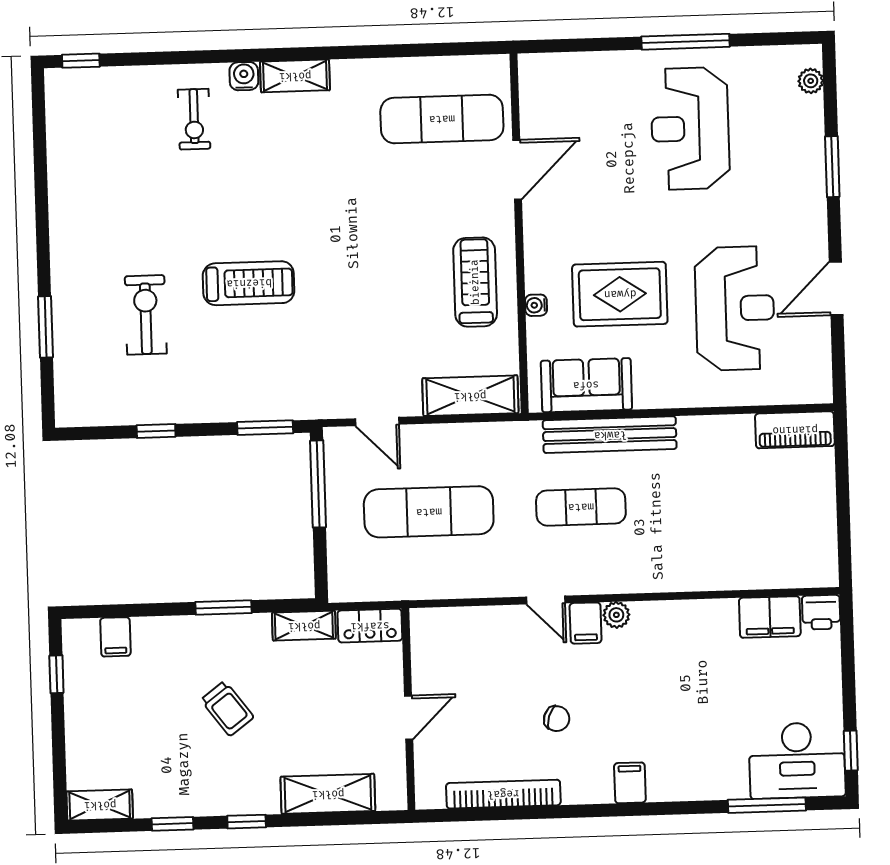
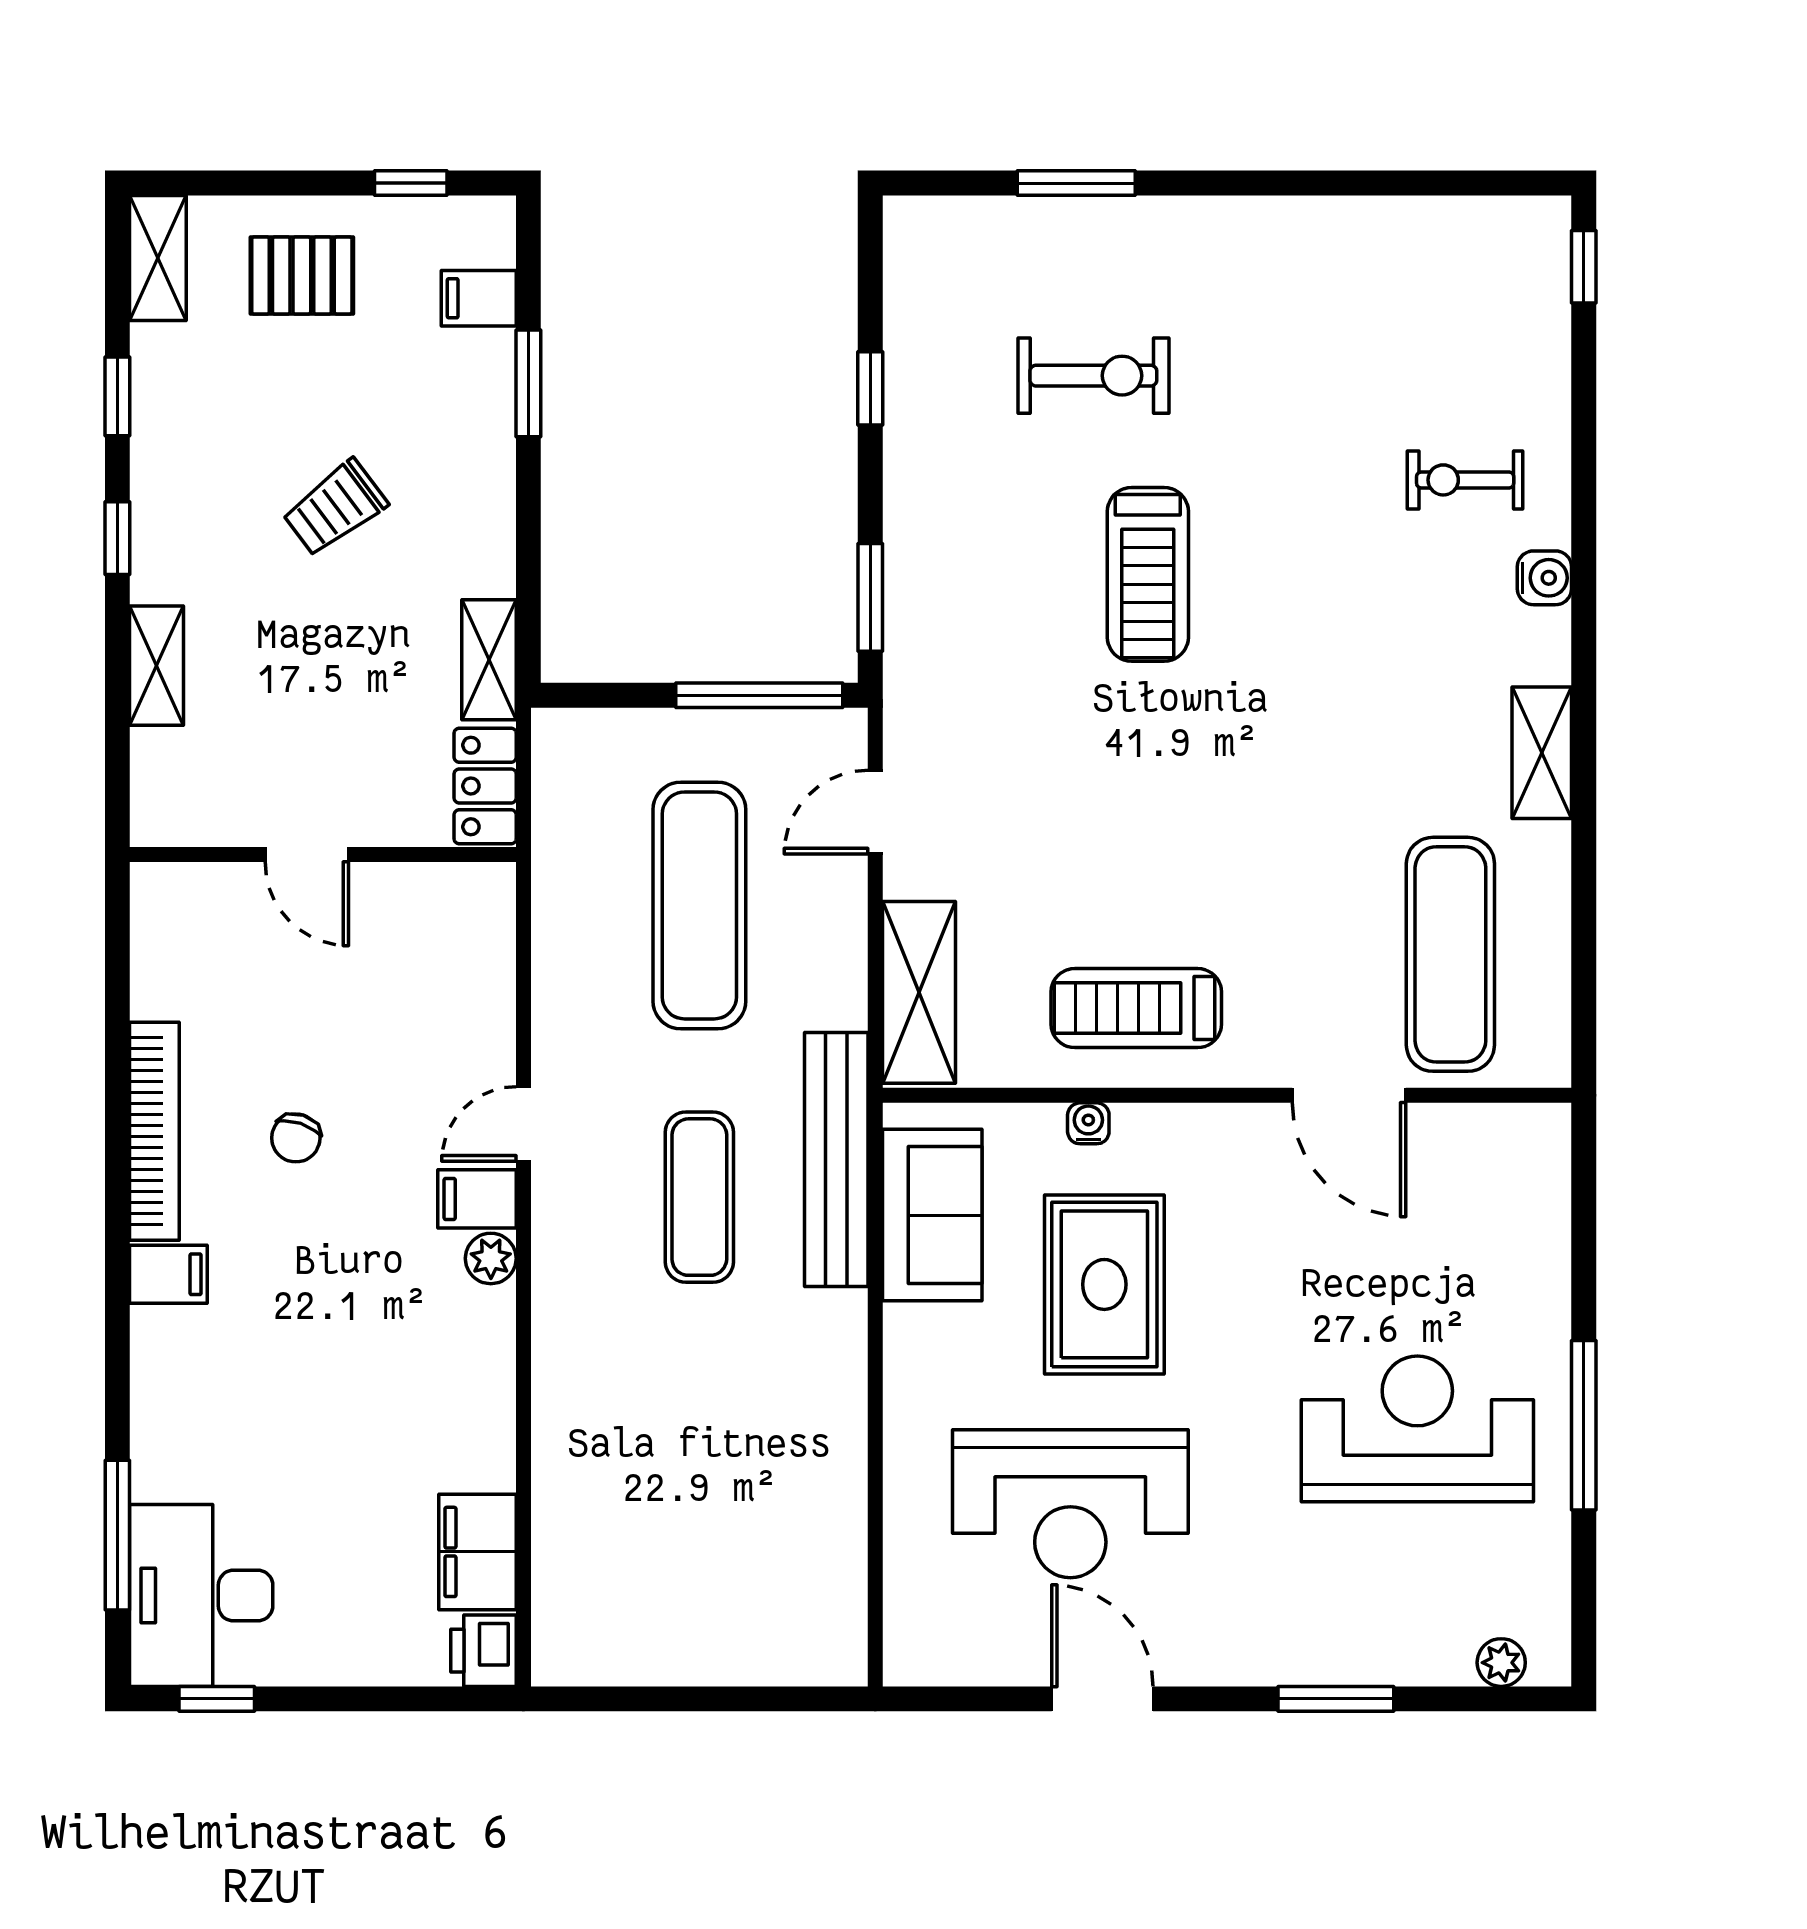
shelving: (295, 76) -> (1542, 753), moved
treadmill: (475, 282) -> (1136, 1008), turned 180
piano: (795, 430) -> (834, 1611), removed
bench: (610, 435) -> (836, 1159), moved
window: (224, 608) -> (528, 383), moved
pallet: (106, 730) -> (302, 275), added
shelving: (328, 794) -> (157, 666), width x0.67, depth x0.75
bookcase: (503, 794) -> (154, 1131), moved

